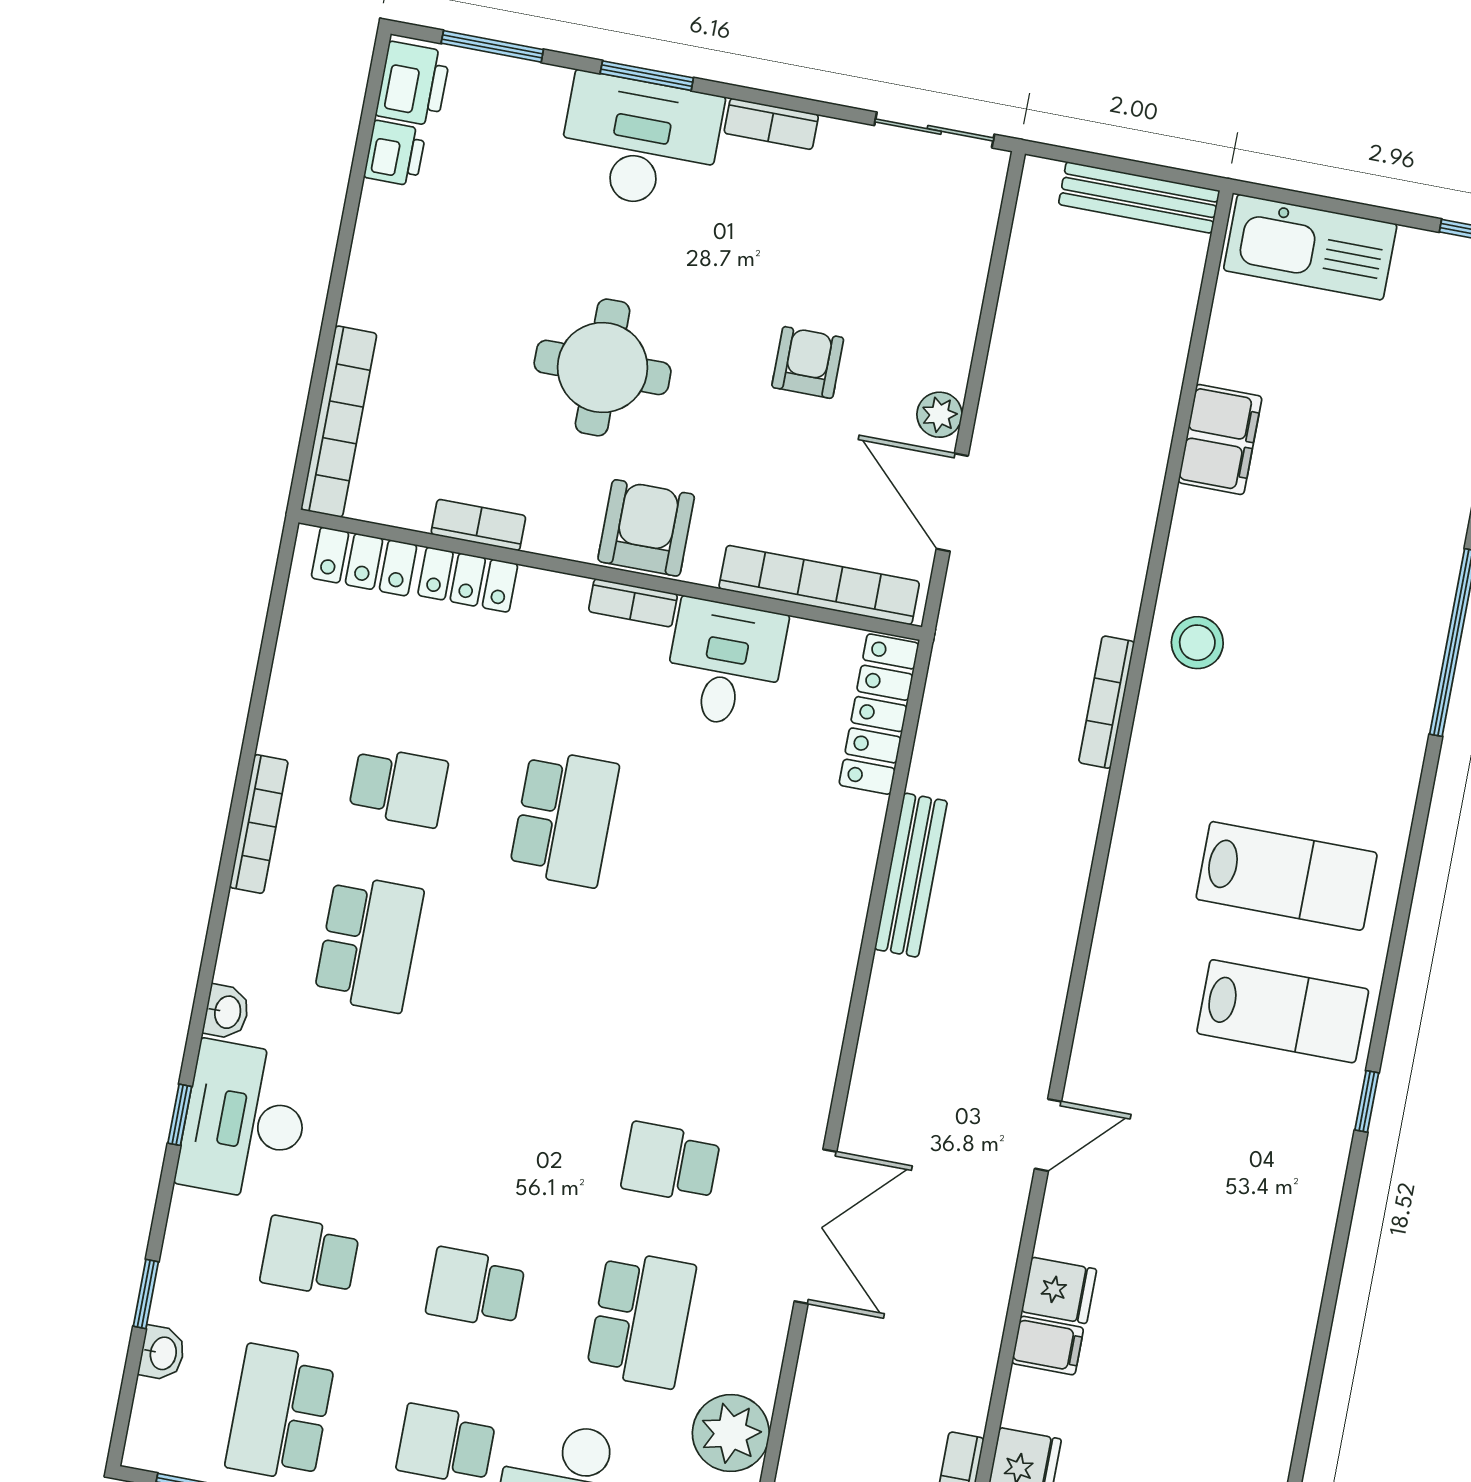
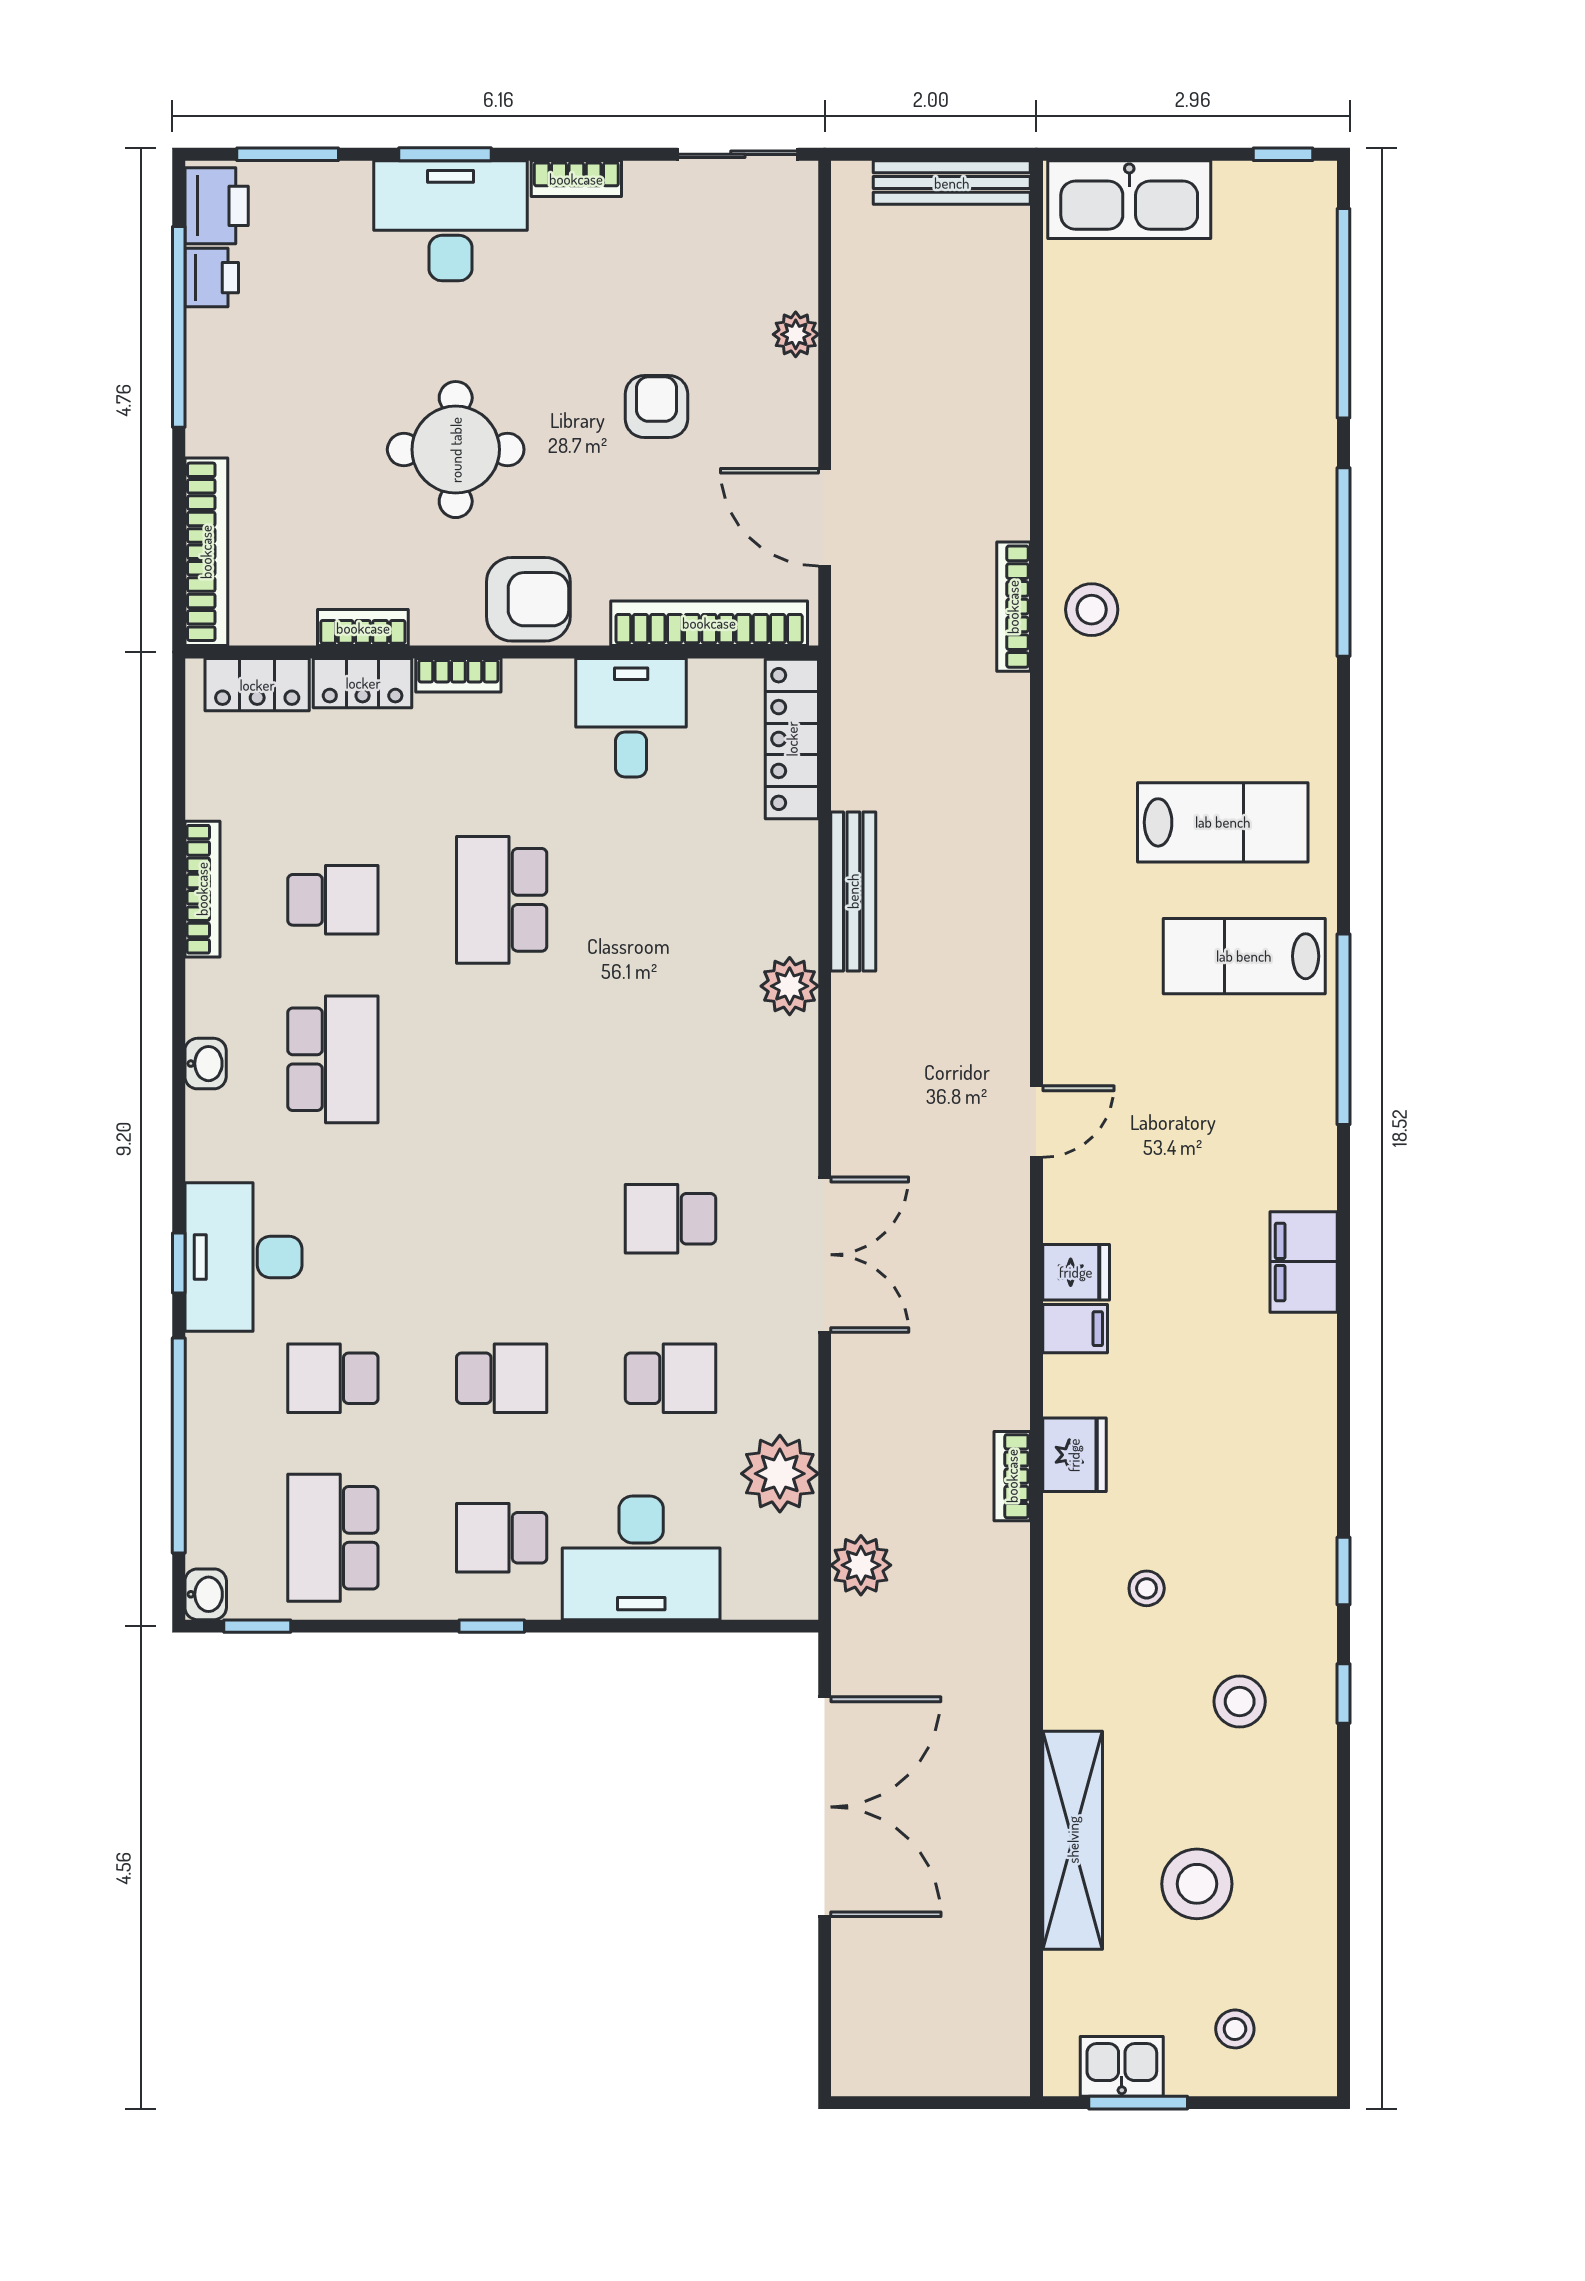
window: (353, 196) -> (179, 327), added
plant: (939, 415) -> (796, 334), moved
filing cabinet: (1220, 439) -> (1304, 1262), moved, turned 180
armchair: (646, 528) -> (528, 599), turned 90
bookcase: (633, 603) -> (458, 675), moved
bookcase: (1107, 702) -> (1013, 607), moved
school desk: (564, 818) -> (502, 900), turned 180
bookcase: (259, 824) -> (202, 889), moved
plant: (831, 956) -> (790, 986), added
lab bench: (1283, 1011) -> (1244, 956), turned 180
washbasin: (226, 1012) -> (206, 1064), moved
window: (1367, 1101) -> (1343, 1029), width x3.17
school desk: (475, 1288) -> (502, 1378), turned 180
window: (146, 1294) -> (179, 1445), width x3.17
school desk: (641, 1319) -> (671, 1378), width x0.54
washbasin: (162, 1353) -> (206, 1594), moved

